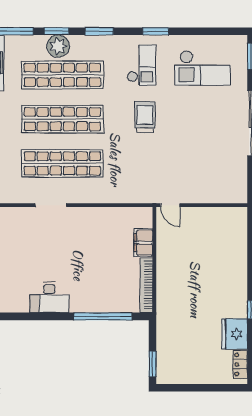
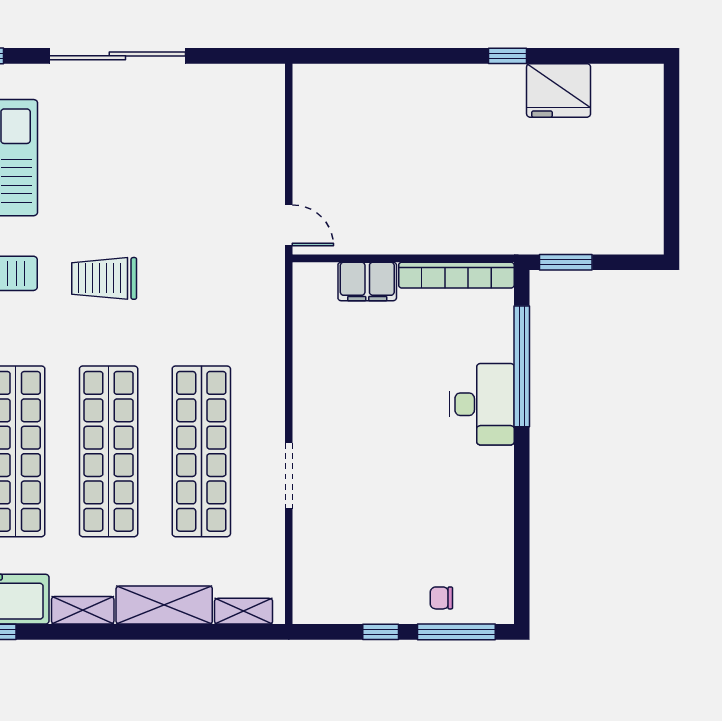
door: (170, 205) -> (289, 225), hinge flipped
desk: (49, 297) -> (482, 404), moved
window: (153, 364) -> (566, 262), moved
locker: (240, 364) -> (623, 79), removed

